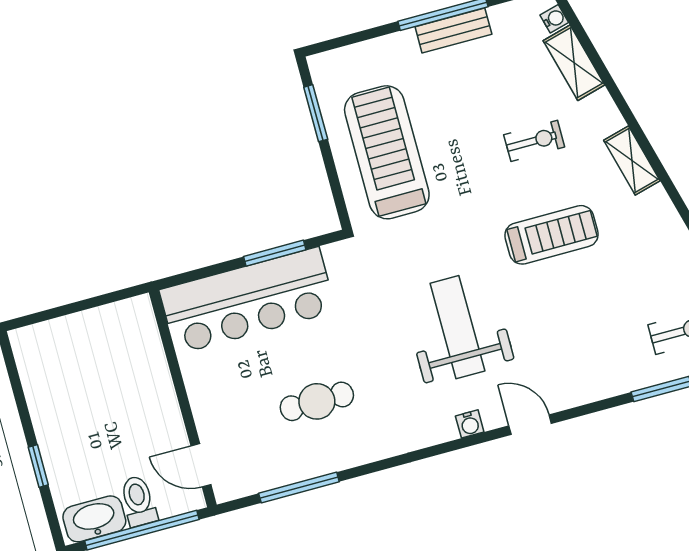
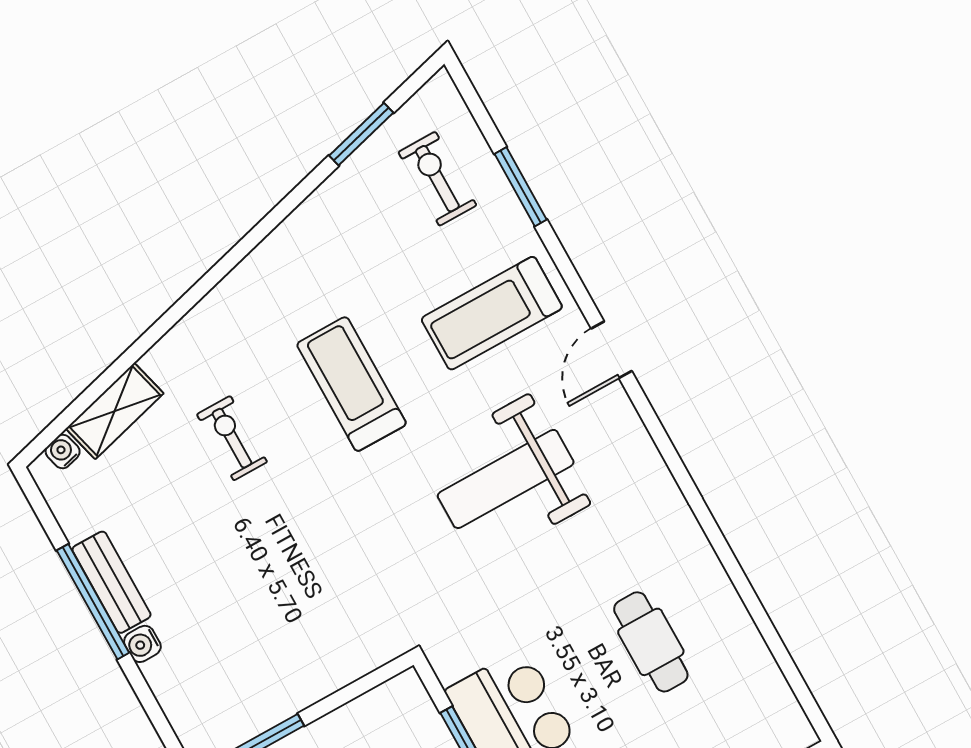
treadmill: (387, 152) -> (492, 313), moved, width x0.73, depth x0.73
shelving: (632, 160) -> (226, 301), removed
water cooler: (470, 424) -> (142, 644), moved, turned 180
window: (299, 487) -> (771, 637), removed

